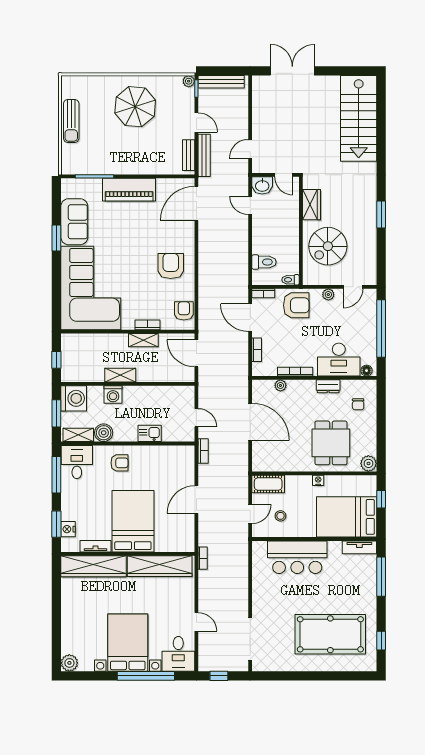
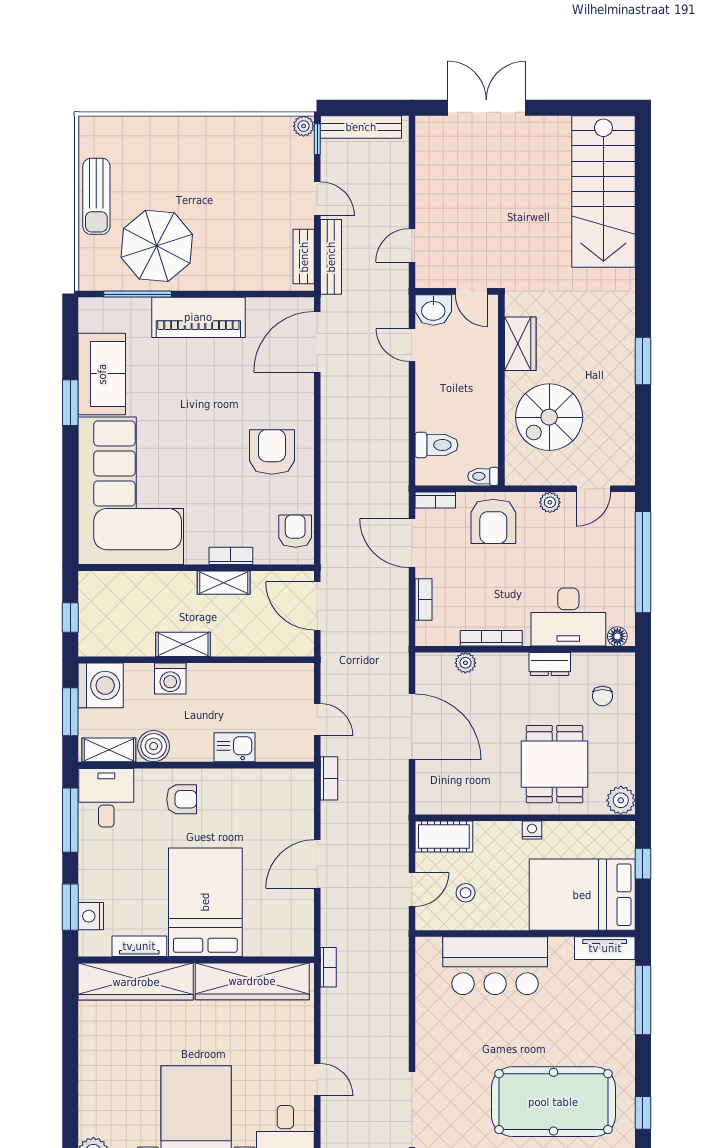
parasol: (135, 107) -> (157, 246), moved
armchair: (296, 305) -> (493, 521), turned 90

